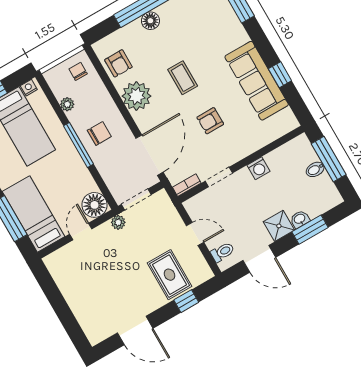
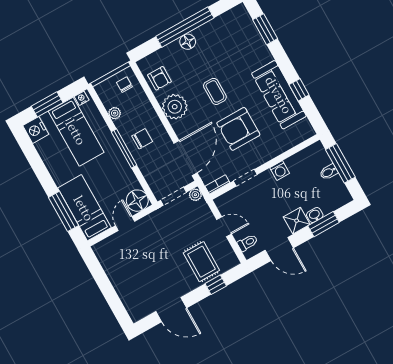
armchair: (210, 121) -> (238, 129), width x1.88, depth x1.88
plant: (118, 222) -> (195, 195), moved

